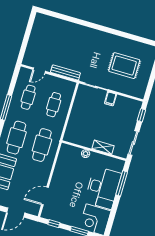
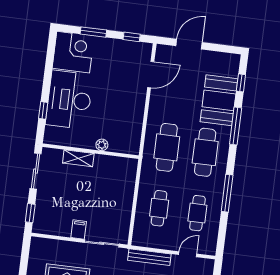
window: (122, 183) -> (43, 110), width x0.46

